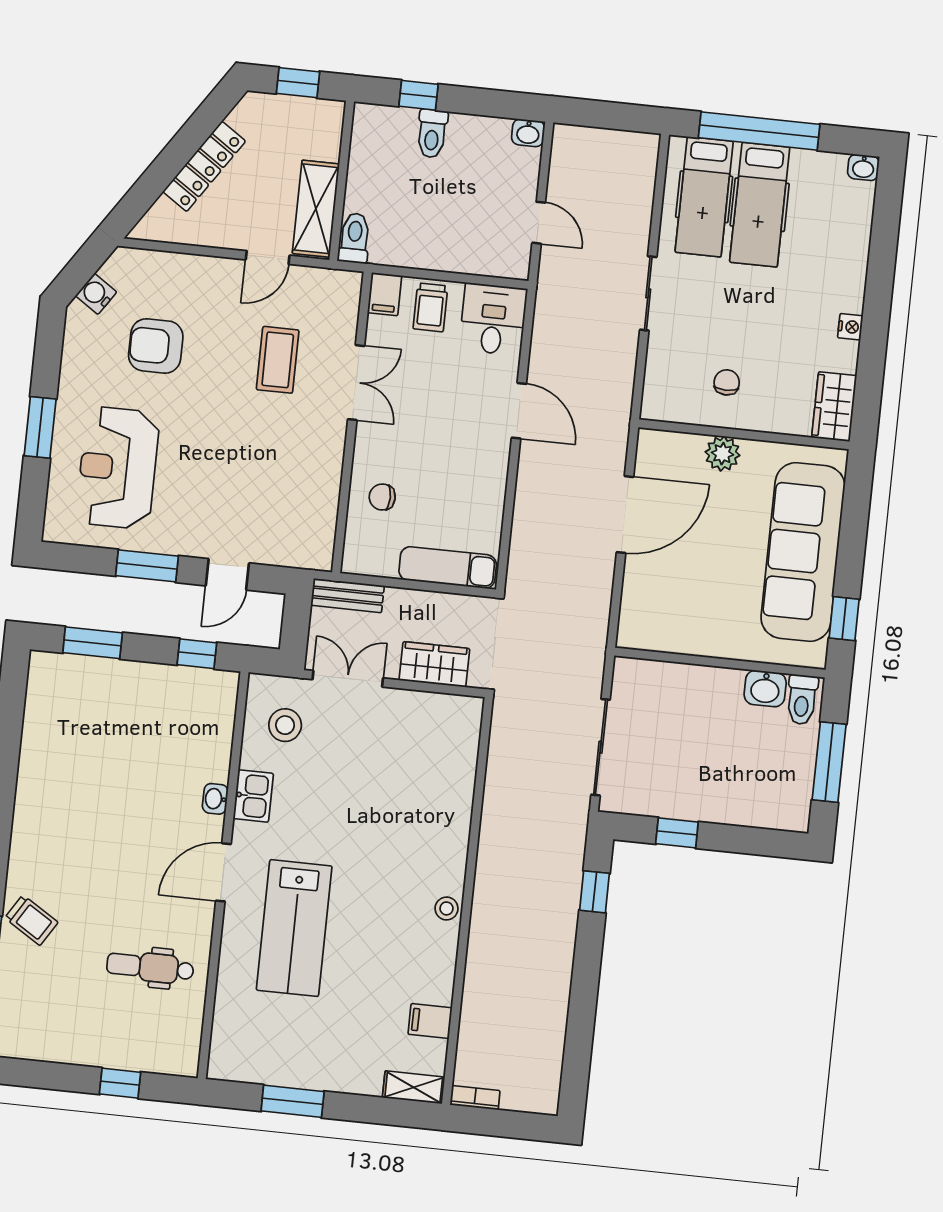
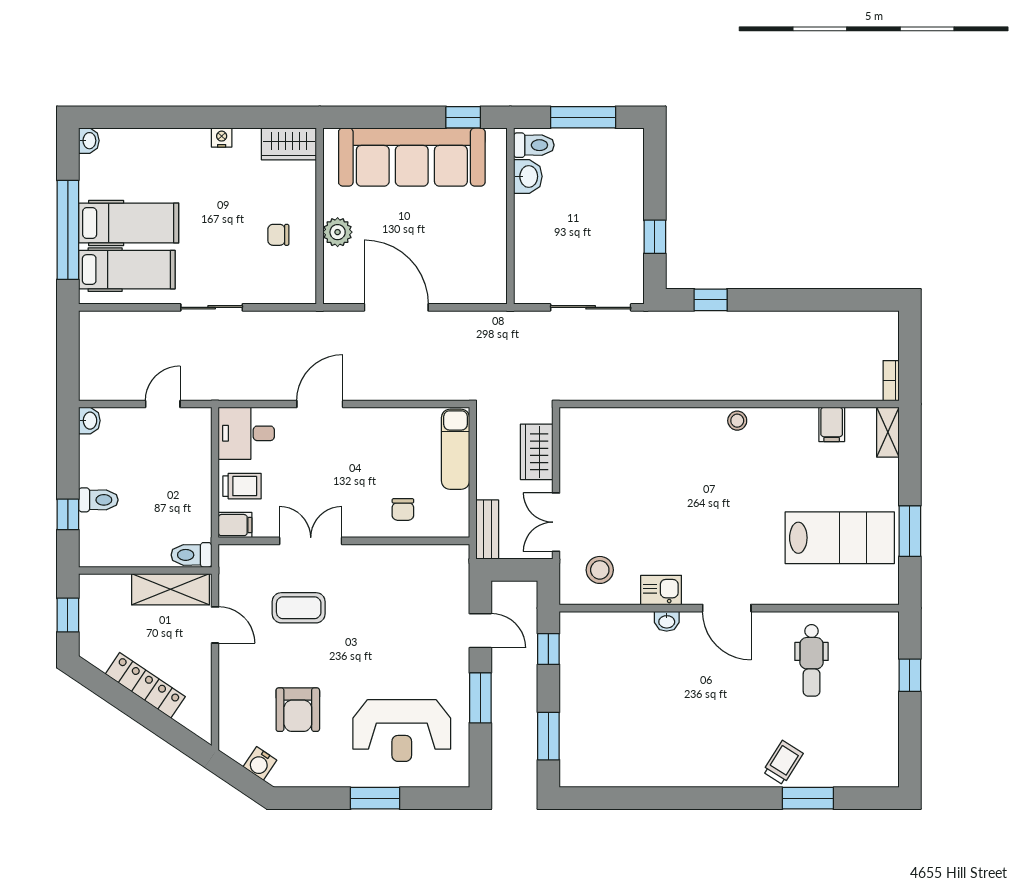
lab bench: (294, 928) -> (840, 538), moved

